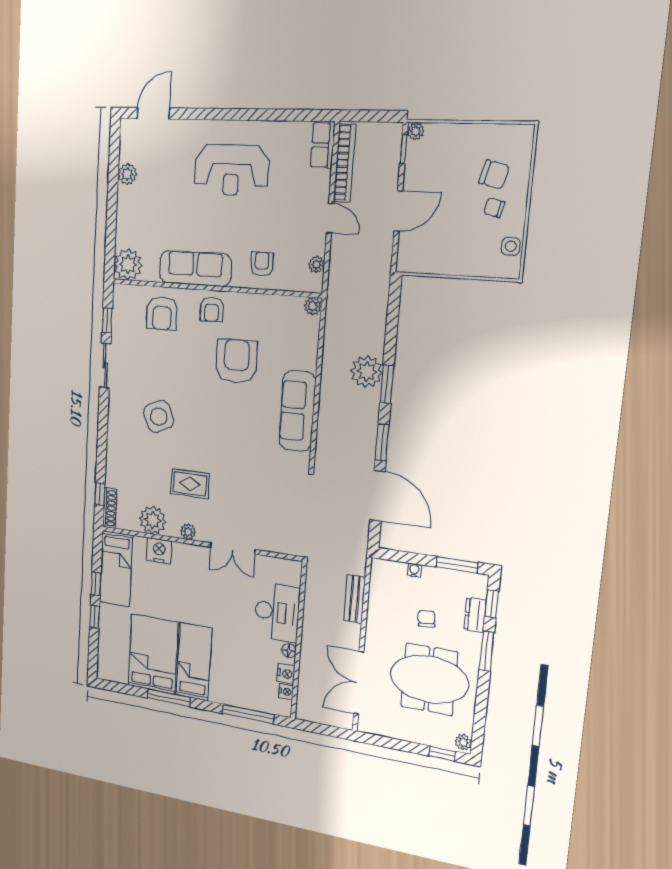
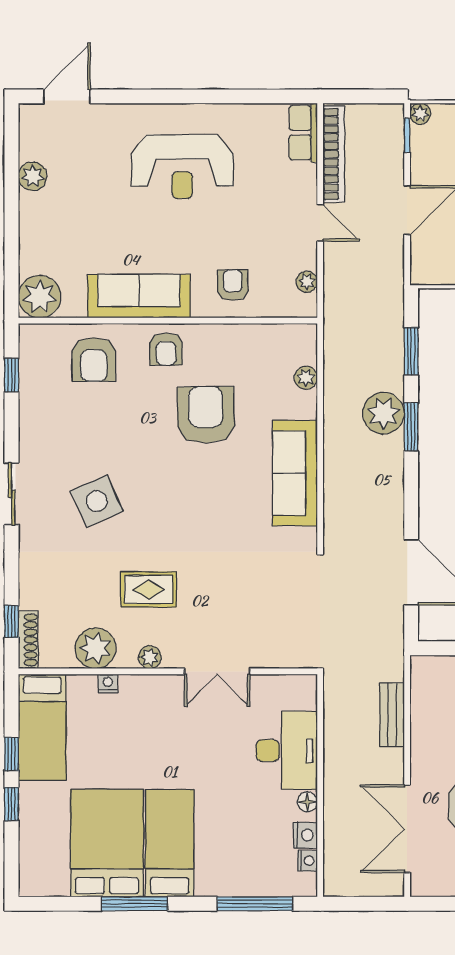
plant: (313, 306) -> (306, 378), moved
sliding door: (105, 365) -> (12, 494), moved
window: (382, 442) -> (411, 351), moved
nightstand: (159, 551) -> (108, 683), width x0.53, depth x0.56

